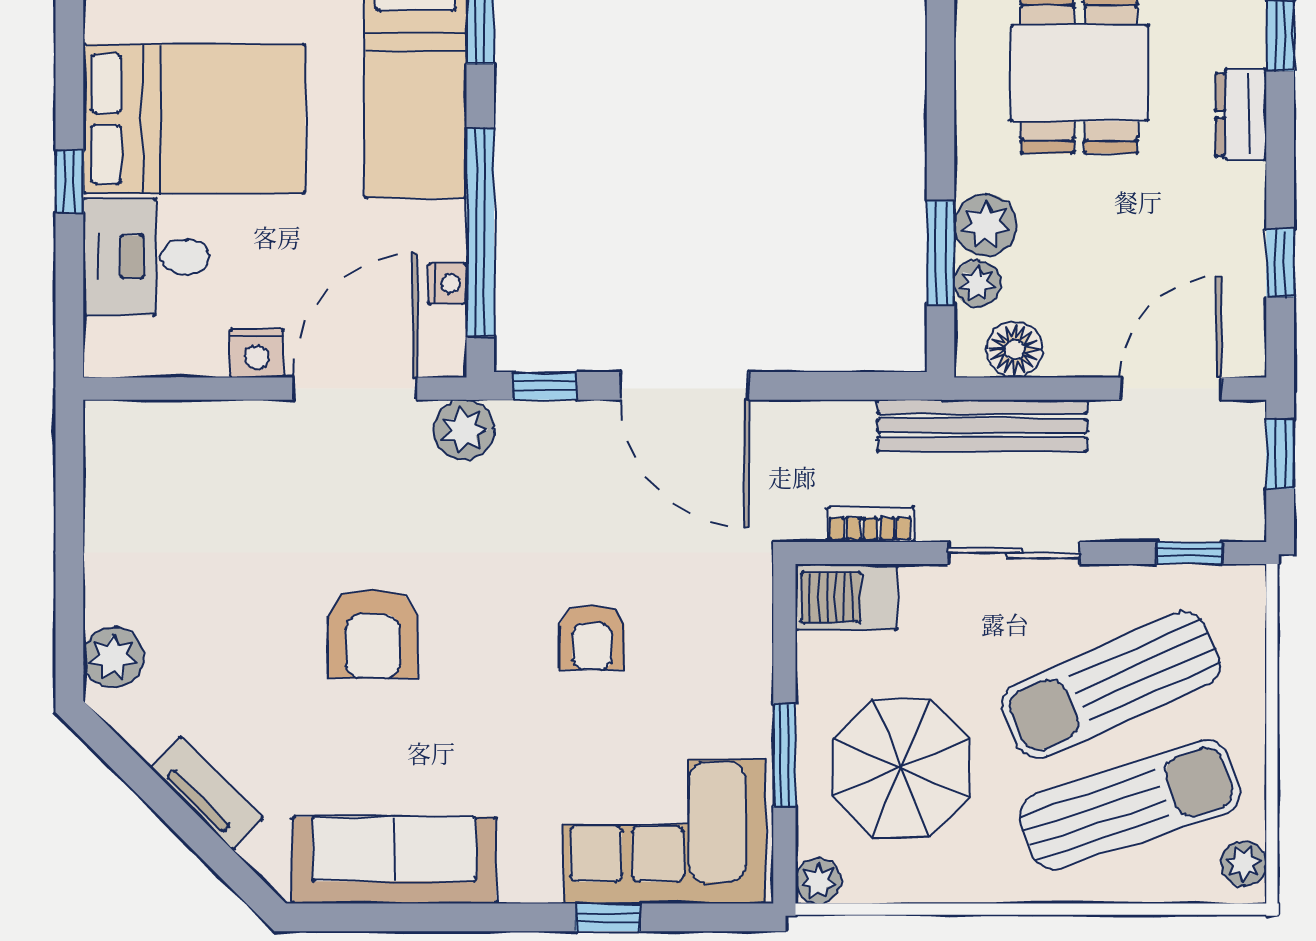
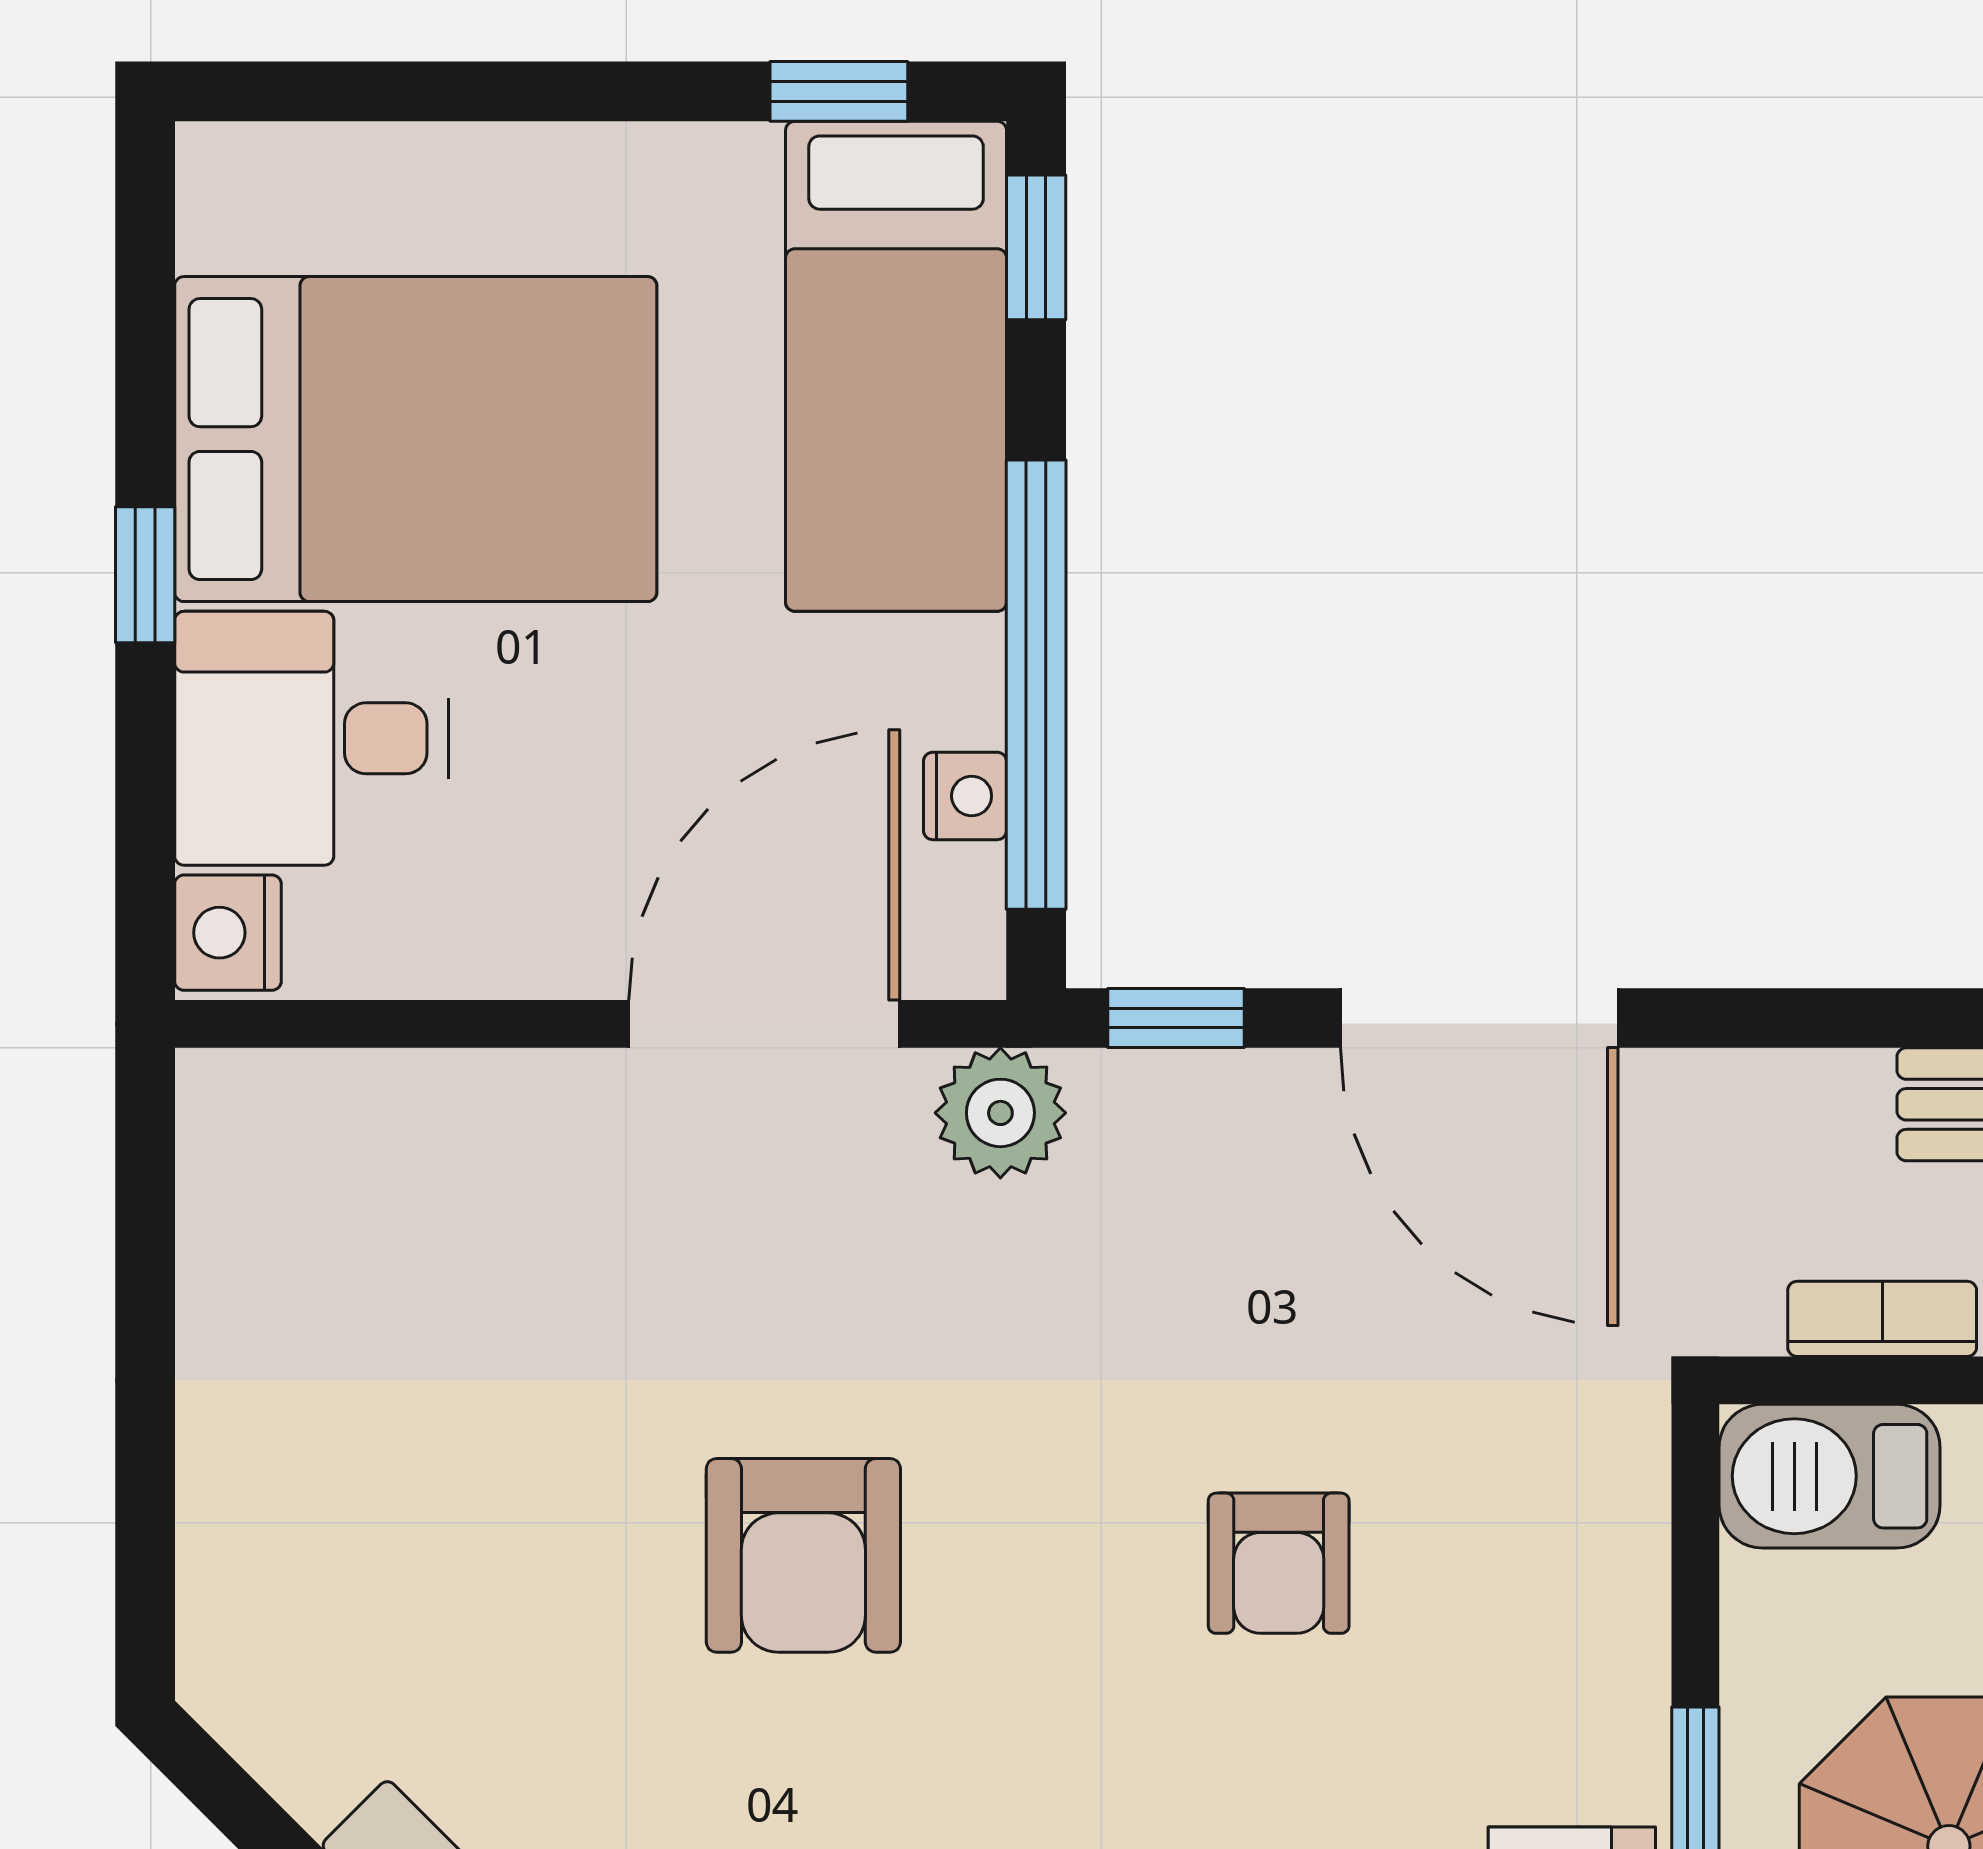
nightstand: (257, 353) -> (228, 933), moved, turned 90
plant: (113, 657) -> (240, 1607), removed

